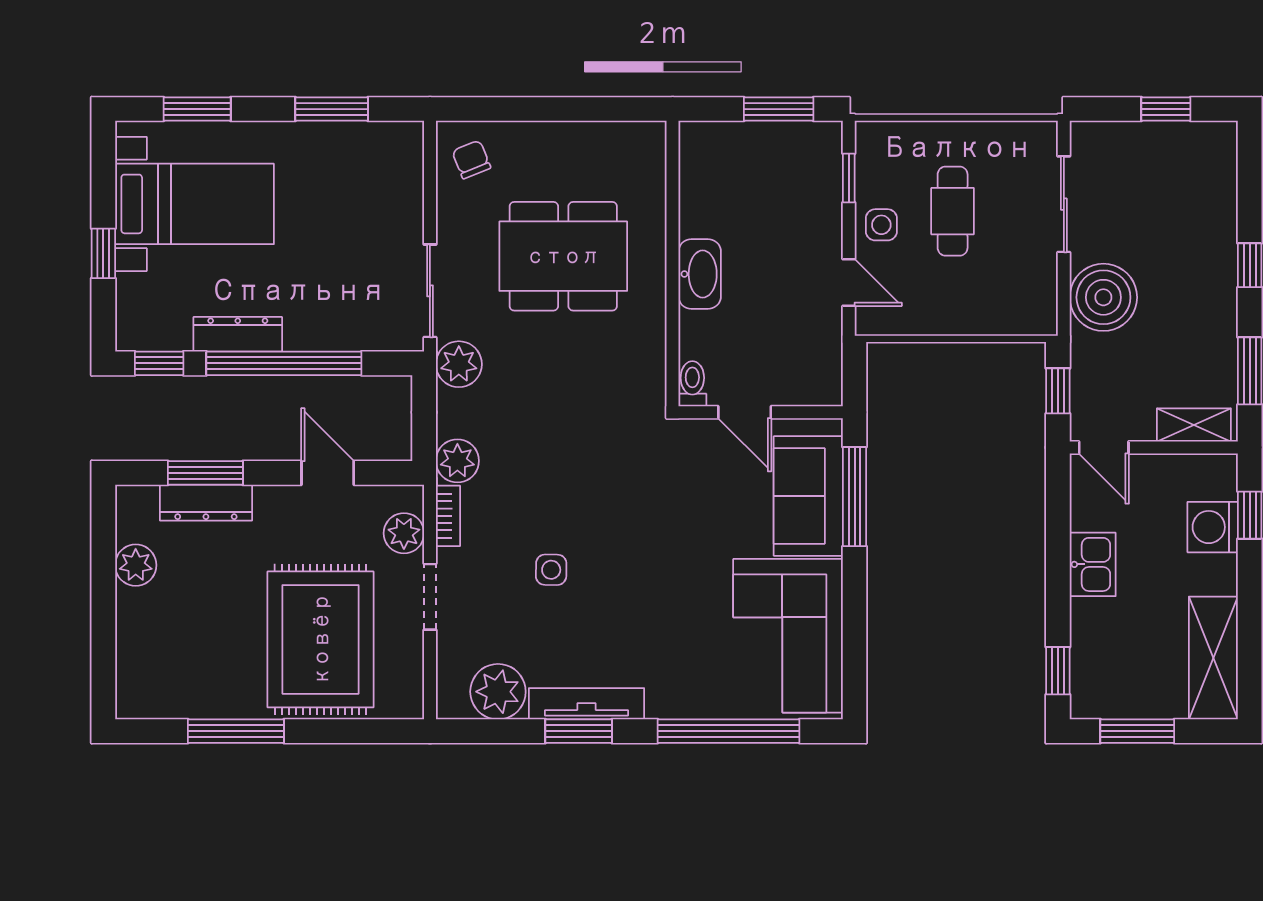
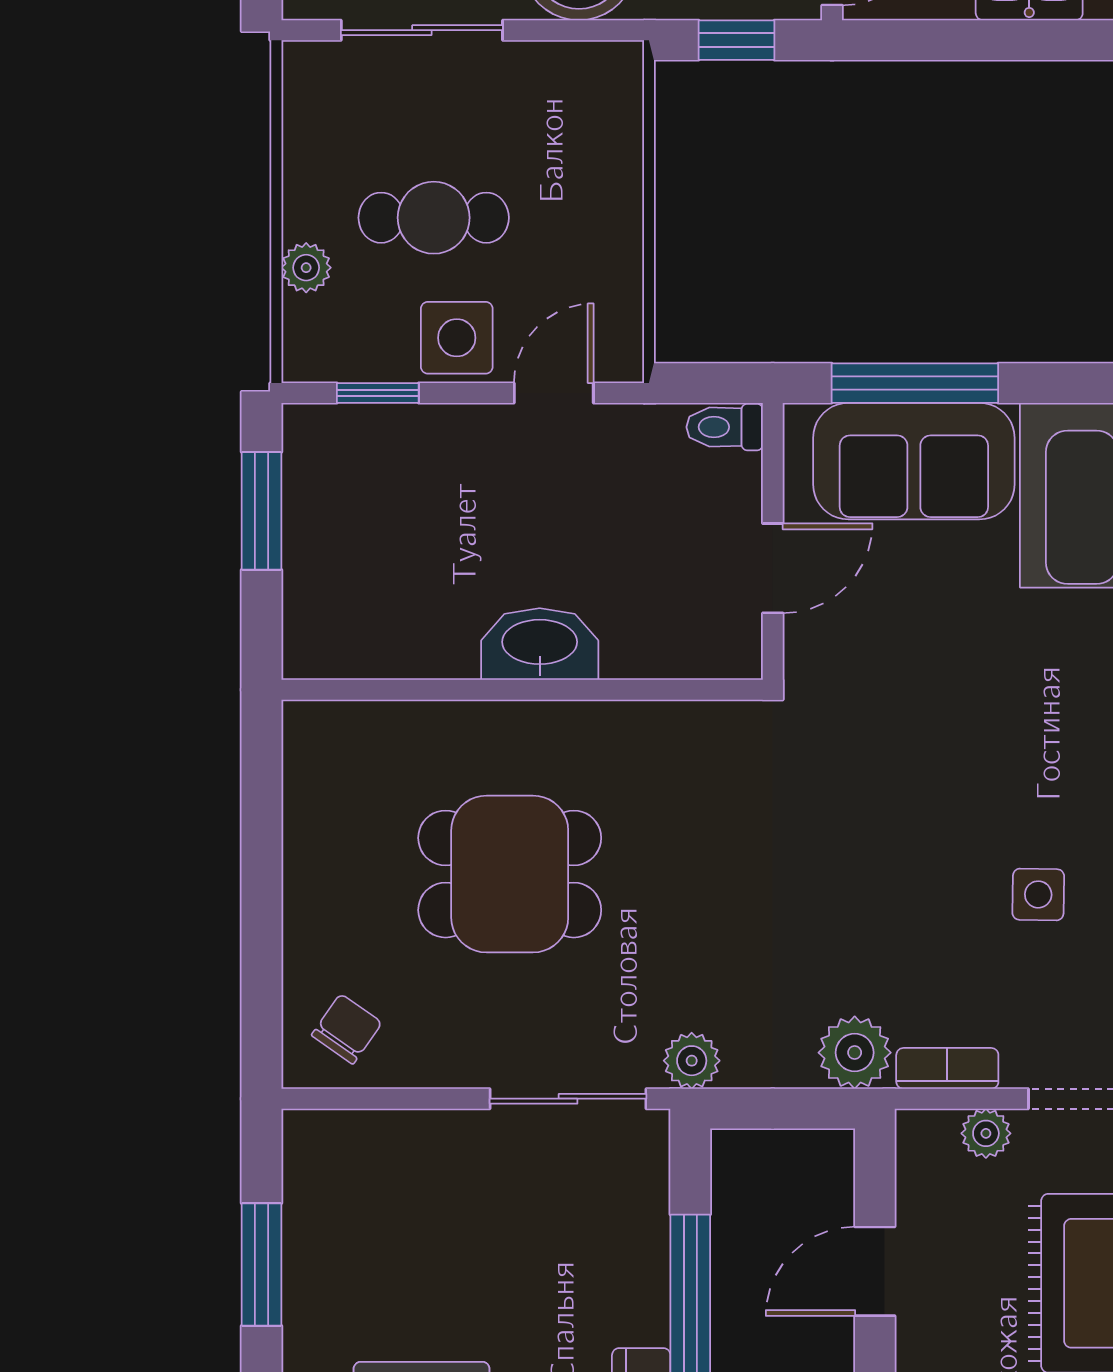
plant: (923, 135) -> (306, 268), added
chair: (471, 160) -> (347, 1029), turned 147
side table: (881, 225) -> (457, 338), width x1.37, depth x1.37
dining table: (563, 256) -> (510, 874), width x0.73
plant: (459, 364) -> (692, 1061), width x0.73, depth x0.73
toilet: (692, 384) -> (725, 427), moved
plant: (404, 533) -> (986, 1133), width x0.73, depth x0.73

